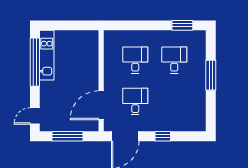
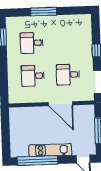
kitchen unit: (47, 55) -> (50, 150), moved
door: (101, 105) -> (61, 104), moved

